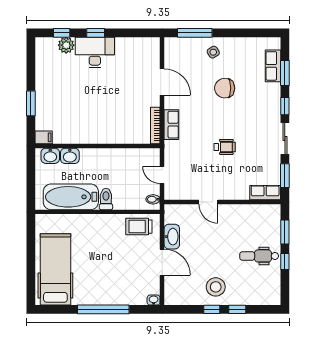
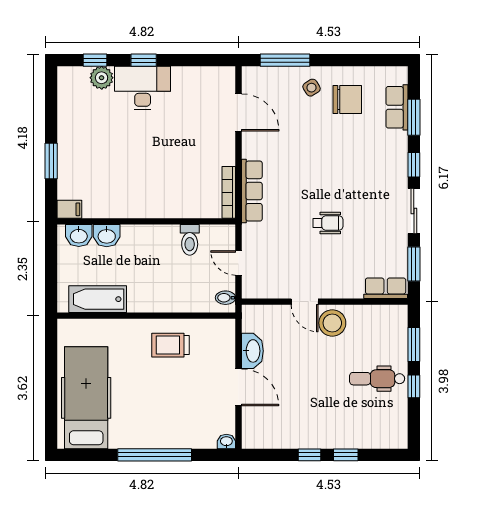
door: (162, 82) -> (239, 113), moved
chair: (225, 88) -> (347, 100), moved, turned 180
row of seats: (171, 125) -> (252, 191), width x1.48
bathtub: (71, 197) -> (98, 299), width x0.73, depth x0.73
toilet: (106, 199) -> (190, 240), moved, turned 180
trolley: (139, 227) -> (171, 345), moved
stool: (216, 287) -> (332, 323), moved

